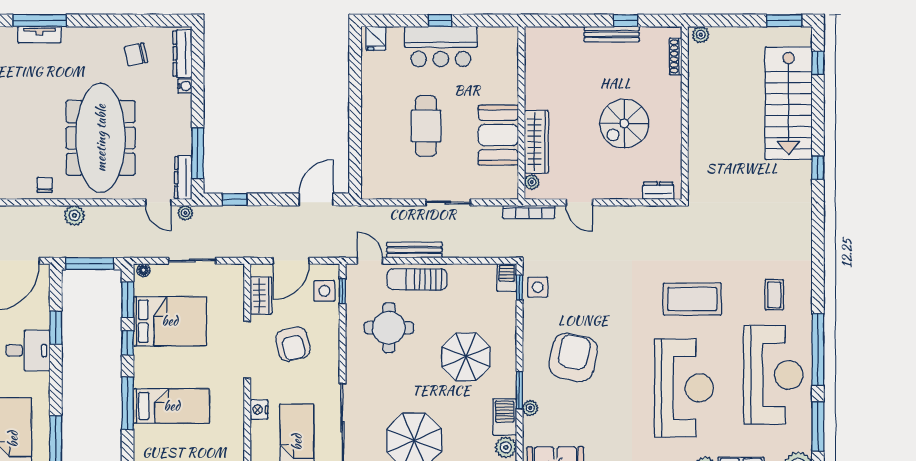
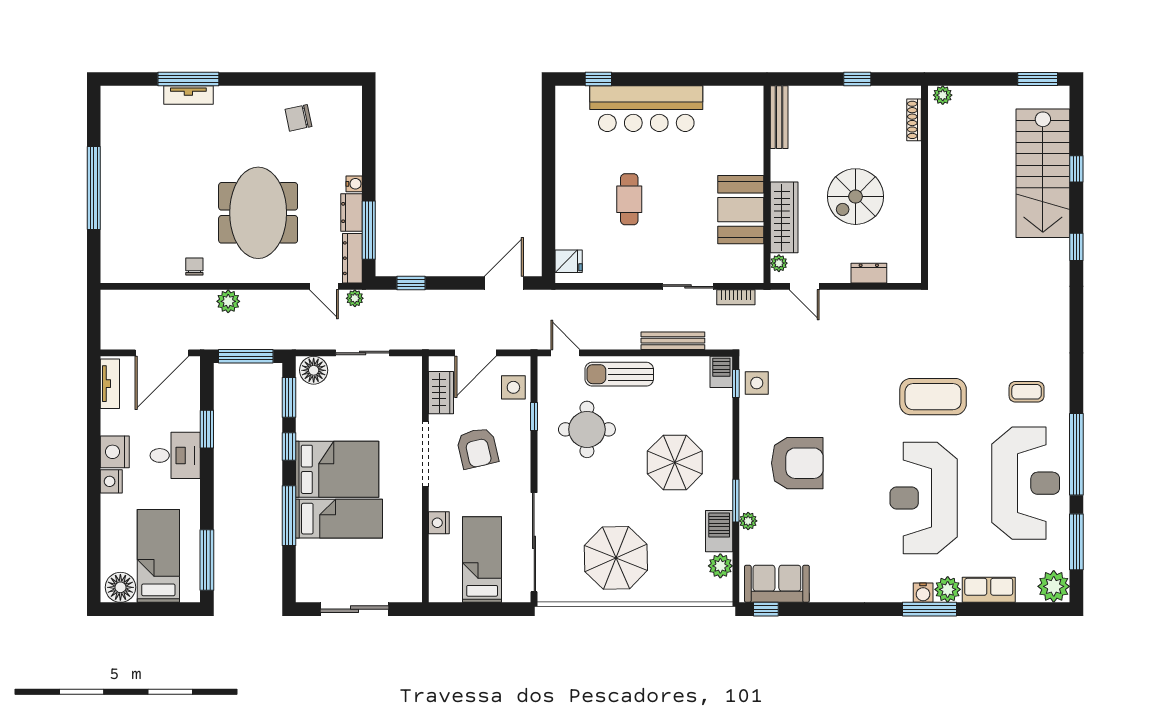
window: (440, 21) -> (598, 79), moved
bench: (612, 34) -> (779, 117), moved, turned 90
fridge: (376, 38) -> (569, 261), moved, turned -90
bar counter: (441, 47) -> (646, 109), width x1.36
dresser: (182, 54) -> (352, 213), moved, width x0.70
window: (818, 63) -> (1076, 169), moved
water cooler: (185, 86) -> (354, 184), moved
wall: (521, 113) -> (767, 184), moved
cafe table: (426, 126) -> (629, 199), width x0.73, depth x0.74
booth: (498, 135) -> (741, 210), moved
meeting table: (101, 138) -> (258, 213), width x0.73
wardrobe: (536, 142) -> (784, 217), moved
plant: (532, 182) -> (779, 263), moved
dresser: (658, 191) -> (869, 273), moved
sliding door: (448, 202) -> (688, 286), moved
bookcase: (529, 212) -> (736, 297), width x0.64
bench: (414, 250) -> (673, 341), moved
floor lamp: (143, 270) -> (314, 370), width x1.89, depth x1.89
window: (342, 291) -> (534, 417), moved
coffee table: (774, 295) -> (1027, 392), turned 90
bed: (170, 321) -> (337, 469), moved
armchair: (573, 357) -> (797, 463), turned 78
reception desk: (684, 388) -> (924, 498), turned 180

